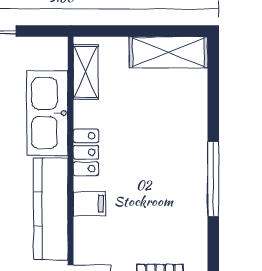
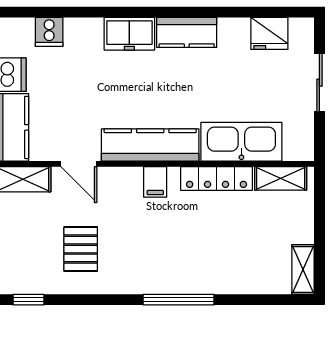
shelving: (168, 52) -> (303, 269), width x0.67, depth x0.75
locker: (86, 152) -> (216, 178), width x1.53

